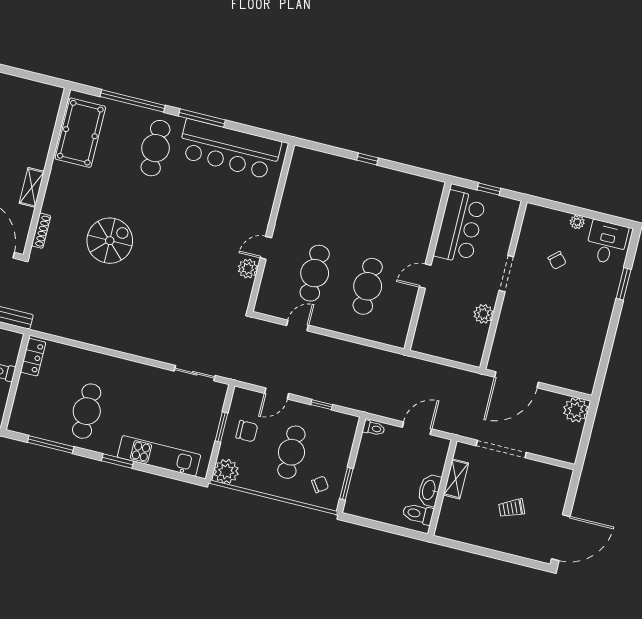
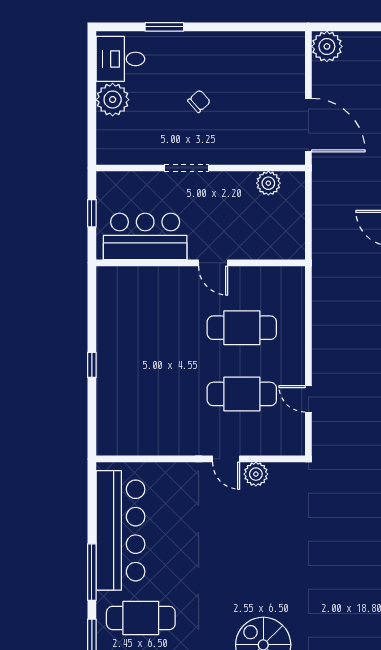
plant: (577, 222) -> (113, 100), width x1.87, depth x1.87
chair: (557, 260) -> (199, 101), moved
plant: (483, 314) -> (268, 183), moved

